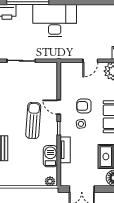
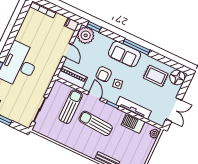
piano: (67, 77) -> (72, 77), added
sun lounger: (38, 89) -> (71, 107), added
door: (59, 107) -> (94, 96), swing flipped
tv unit: (65, 150) -> (134, 108), width x1.41

